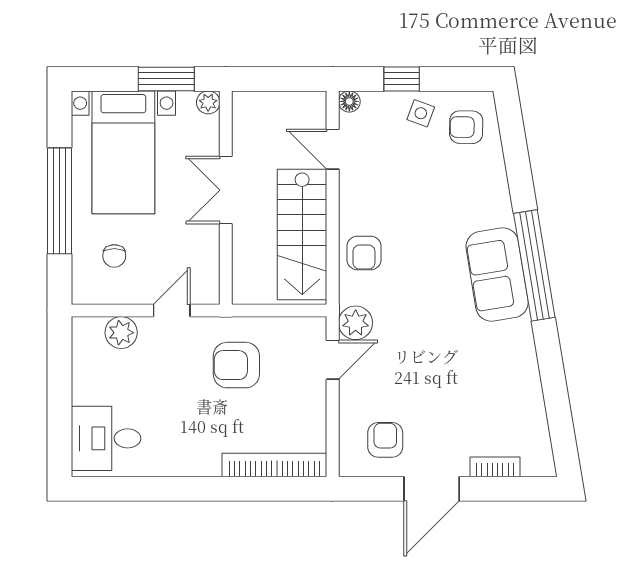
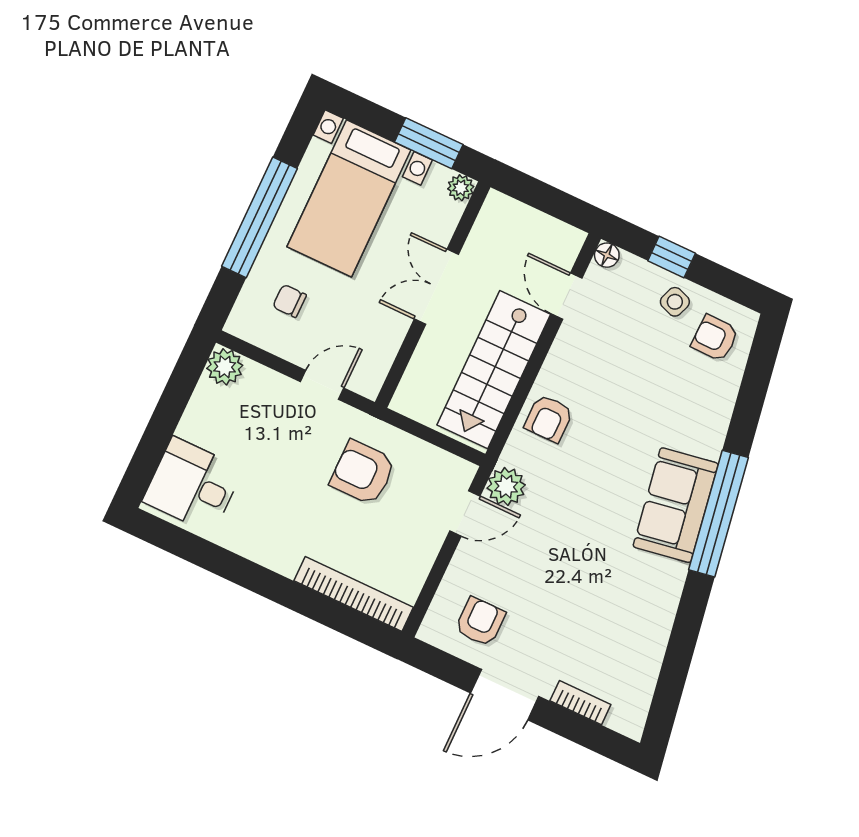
chair: (114, 256) -> (290, 301), turned 90
plant: (121, 333) -> (225, 367), moved

